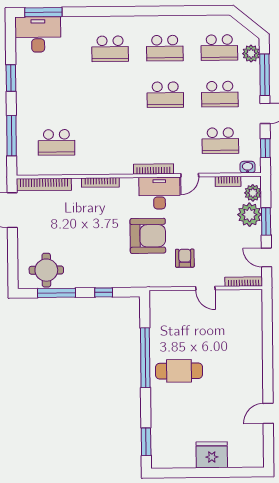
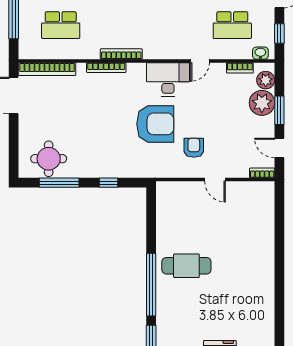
bookcase: (153, 169) -> (121, 54), moved
bookcase: (244, 282) -> (262, 173), width x0.64
window: (145, 358) -> (151, 285), moved
door: (268, 413) -> (279, 311), removed

